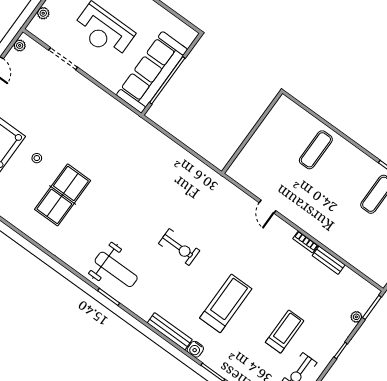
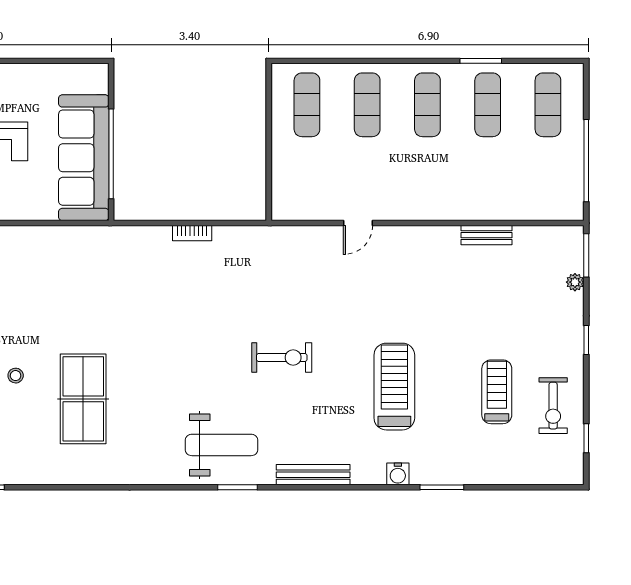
exercise mat: (285, 128) -> (307, 105), added
exercise mat: (347, 172) -> (427, 105), added
door: (268, 207) -> (358, 223), hinge flipped
bookcase: (305, 242) -> (192, 233), moved
bench: (170, 331) -> (313, 475), moved
treadmill: (285, 332) -> (497, 392), moved

